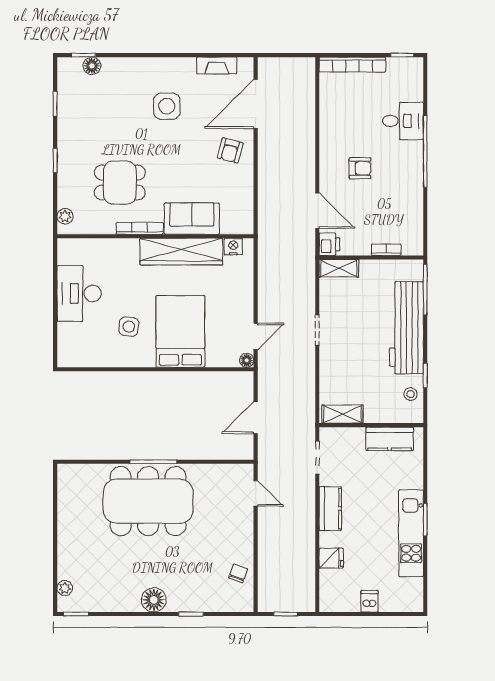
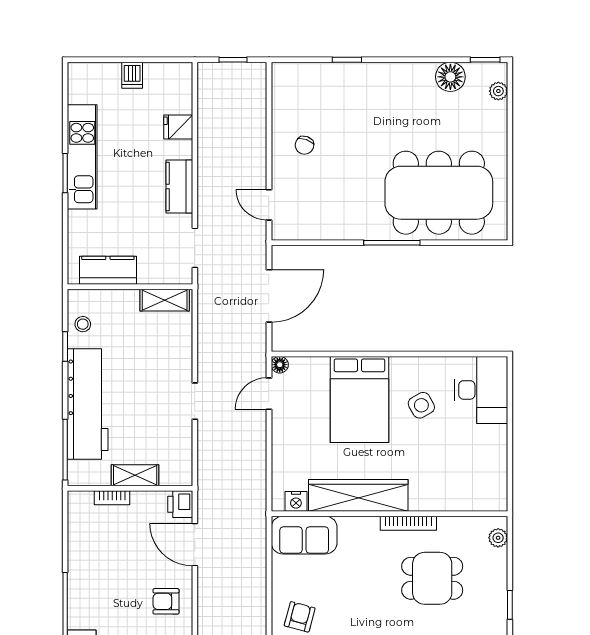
armchair: (360, 168) -> (166, 601), moved
sofa: (192, 219) -> (304, 535), moved
shelving: (339, 268) -> (135, 475), moved
desk: (79, 293) -> (481, 390), moved
side table: (129, 327) -> (421, 405), turned -38
door: (256, 418) -> (269, 296), width x1.36
dining table: (148, 501) -> (439, 193), moved
chair: (238, 573) -> (304, 145), moved
floor lamp: (154, 600) -> (450, 77), moved

